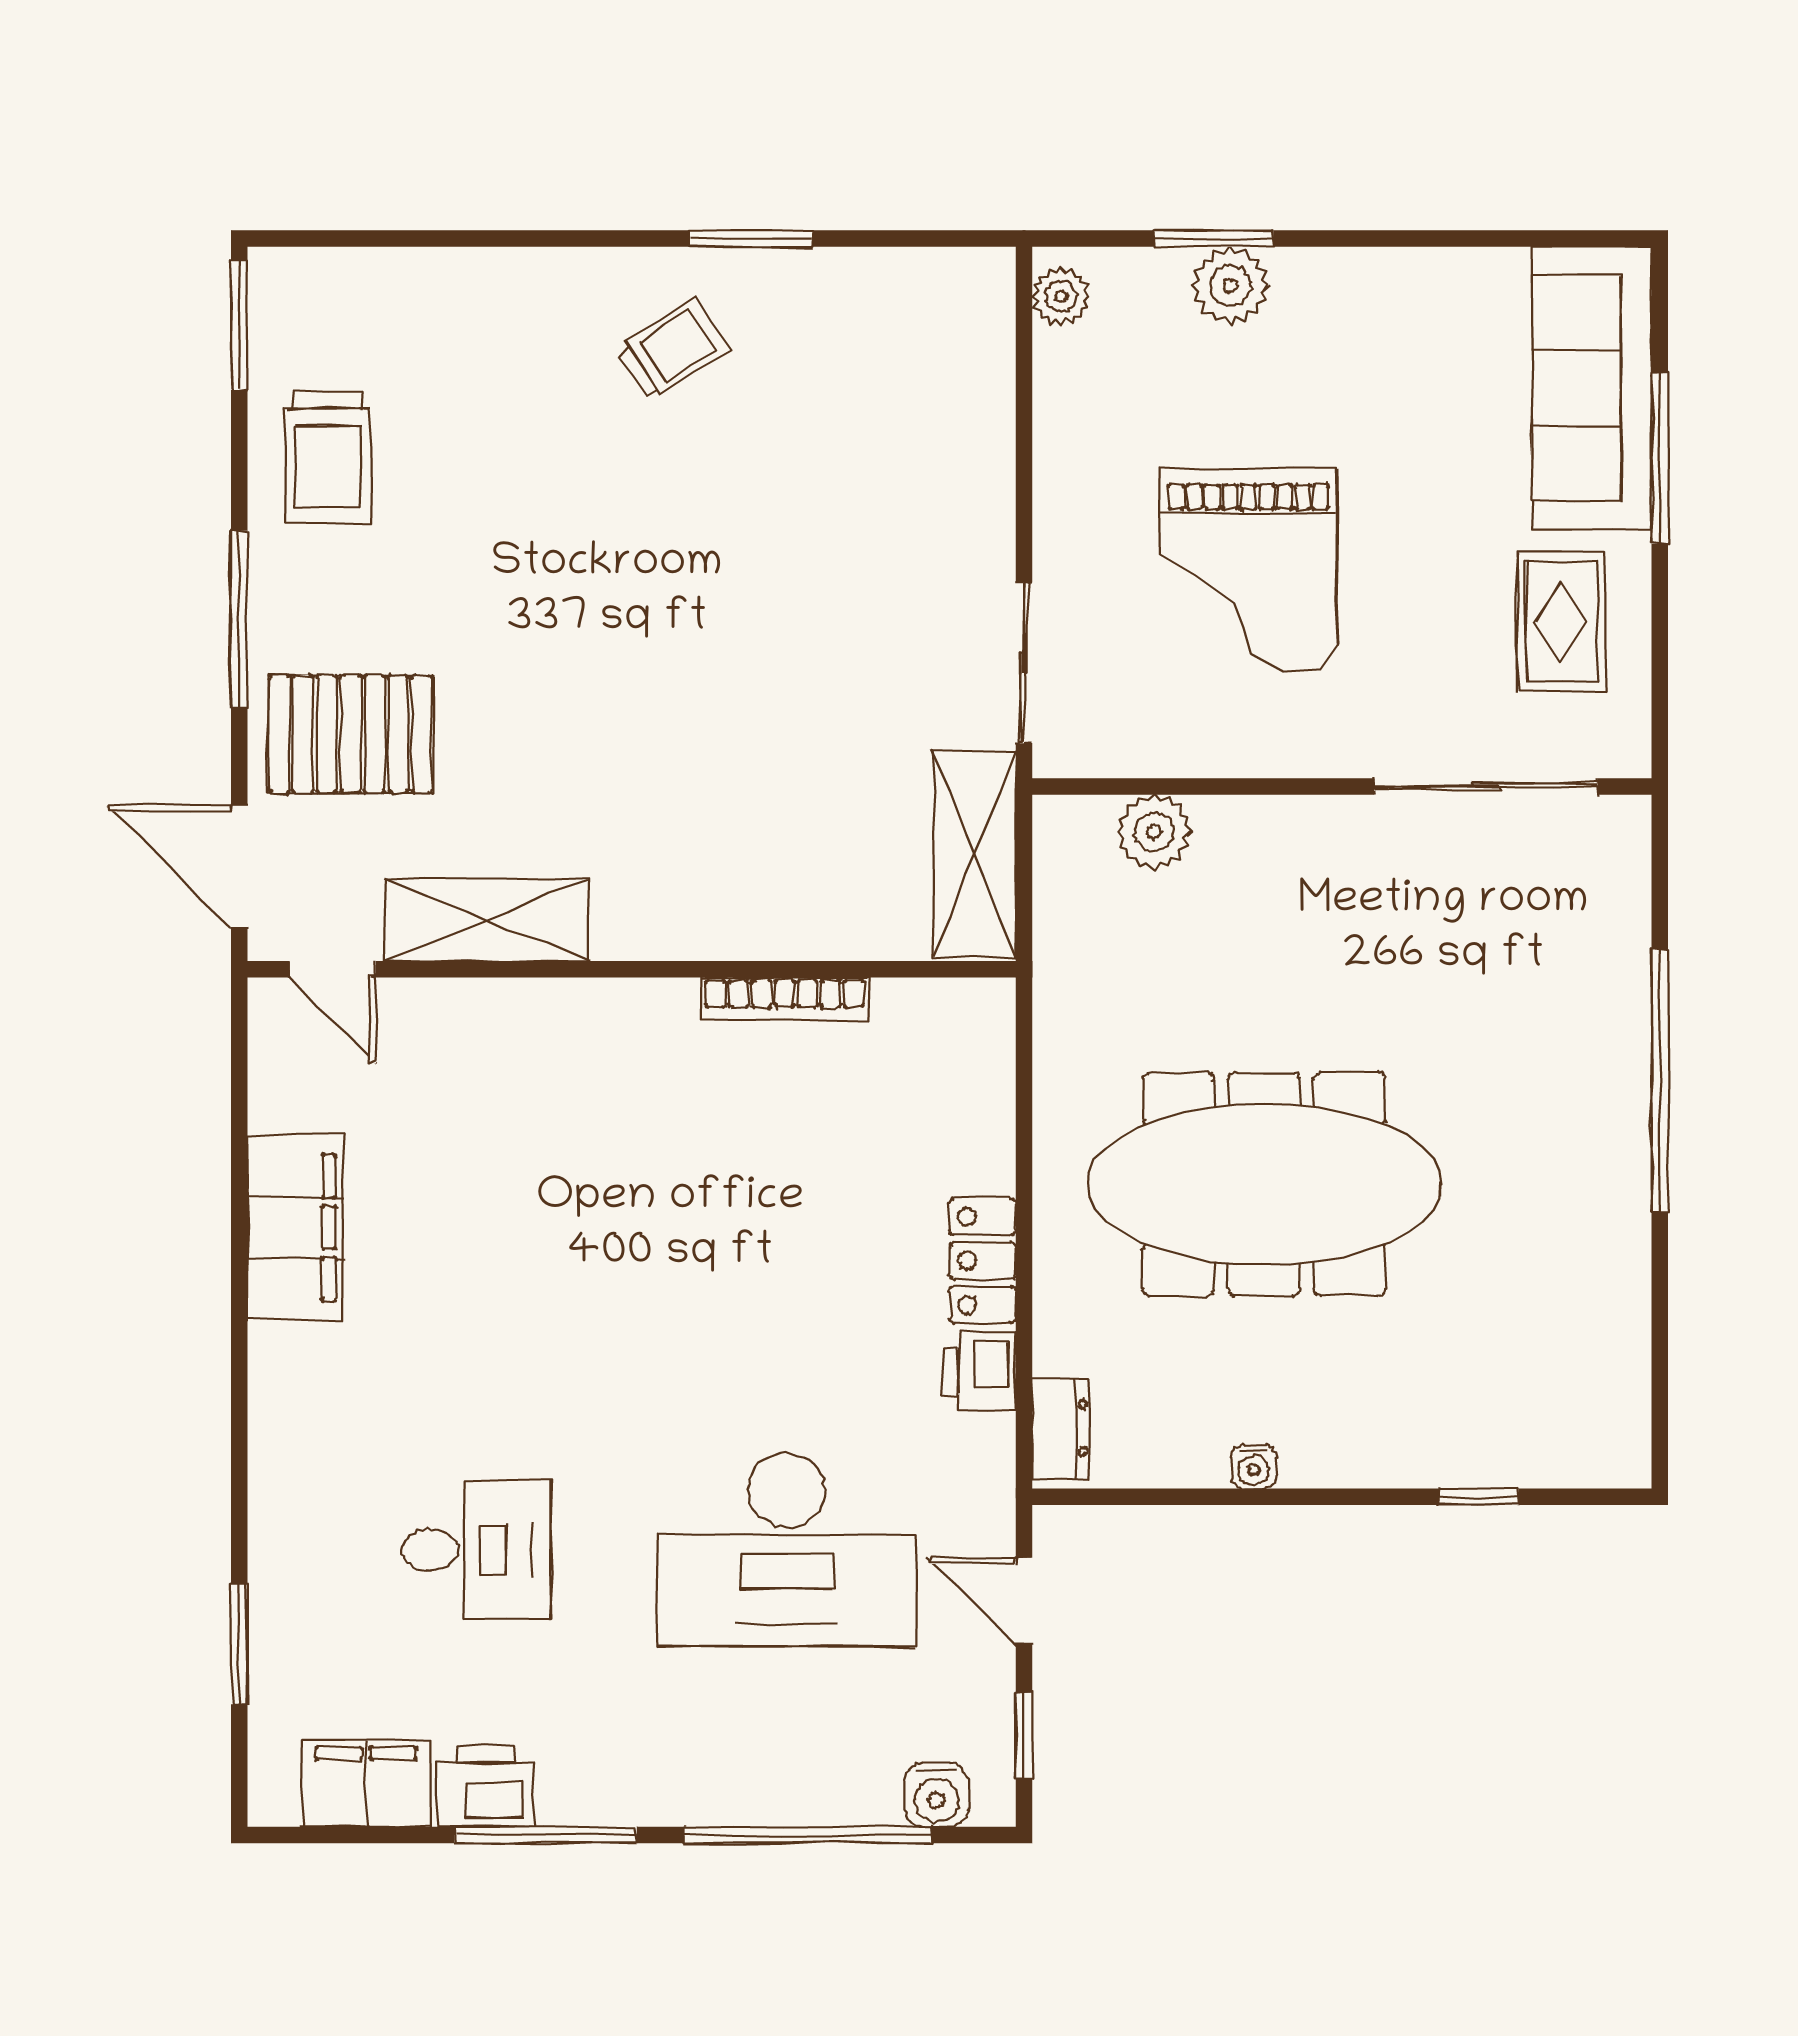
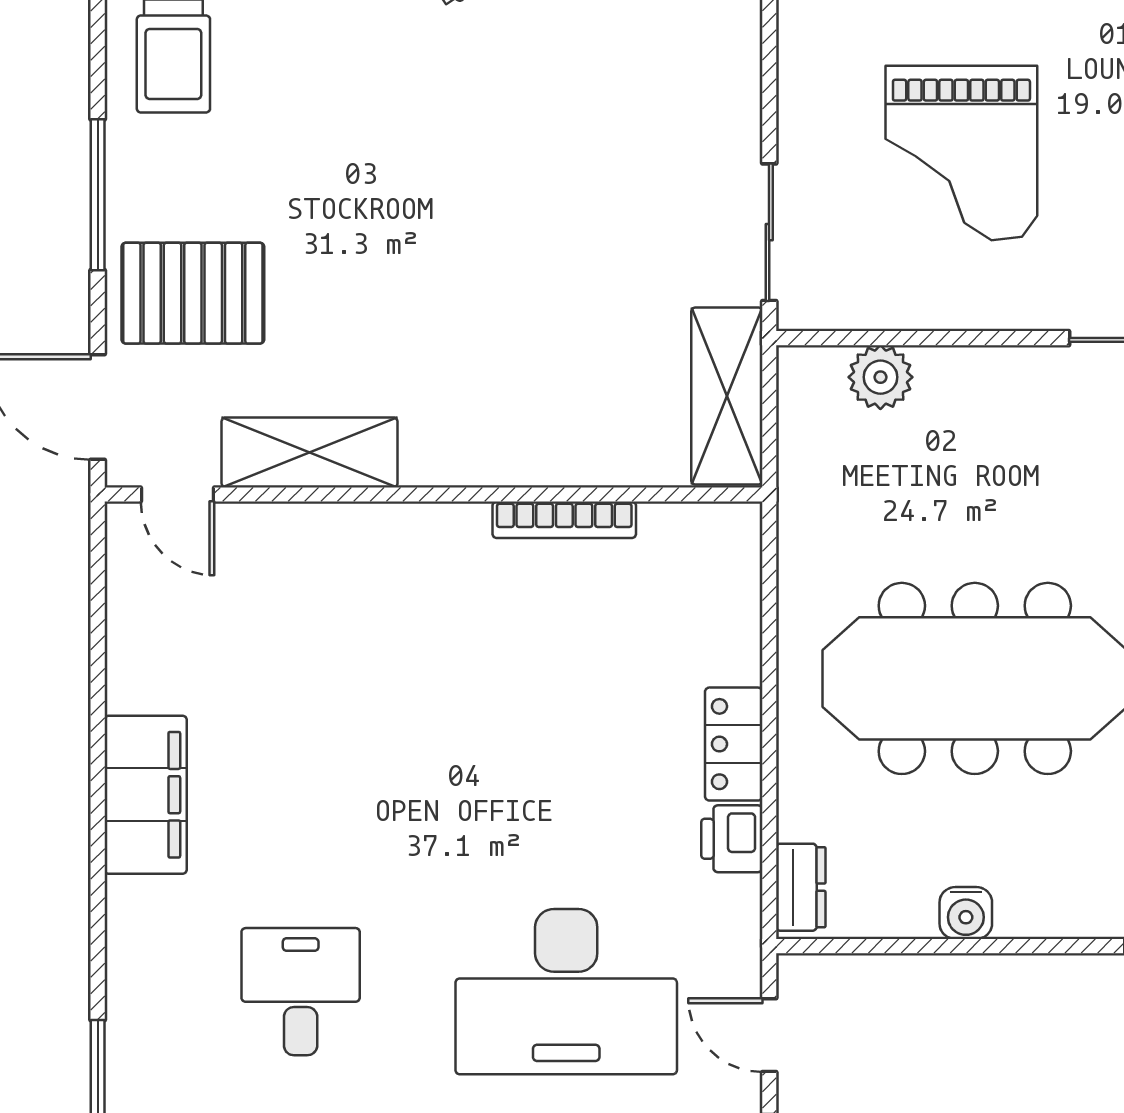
filing cabinet: (295, 1228) -> (146, 795), moved
water cooler: (1254, 1467) -> (966, 913), width x1.38, depth x1.38
desk: (476, 1550) -> (301, 992), turned -90

